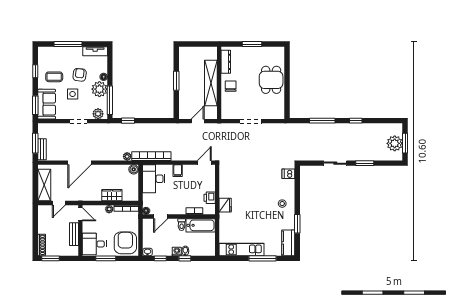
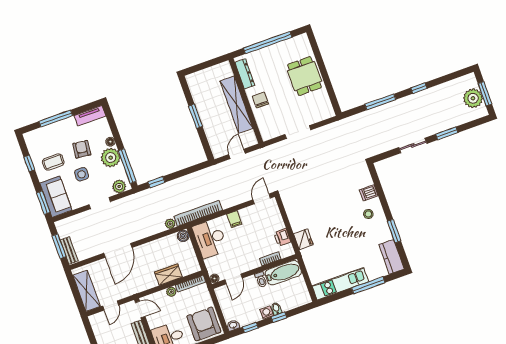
window: (252, 44) -> (268, 43), width x2.11
dishwasher: (288, 174) -> (369, 193), moved

